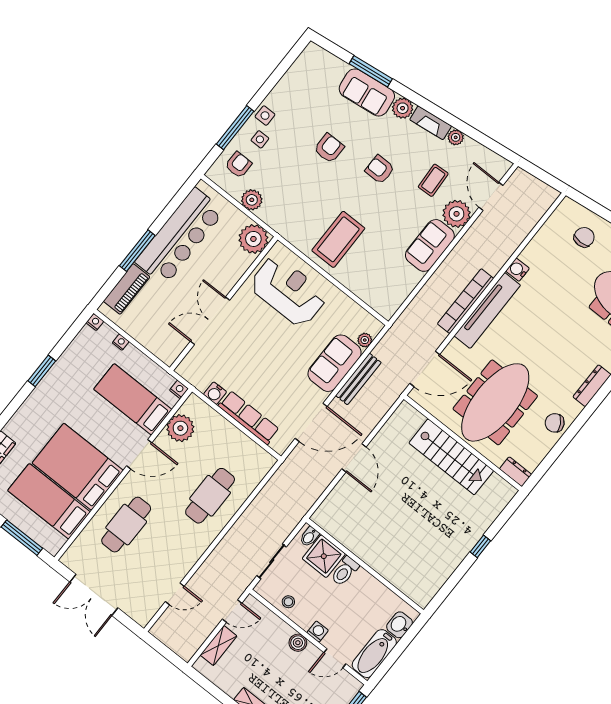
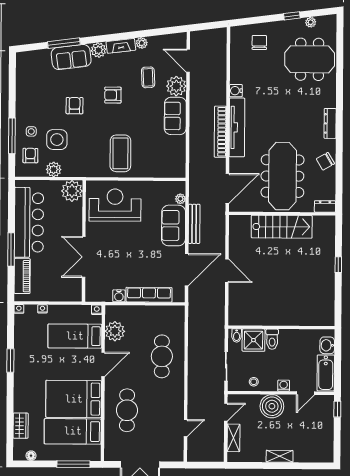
side table: (265, 116) -> (57, 140), moved, width x1.87, depth x1.87
boiler: (298, 643) -> (272, 406), width x1.86, depth x1.86

